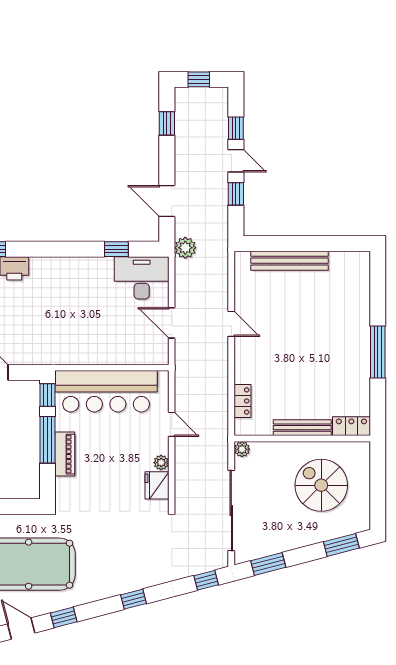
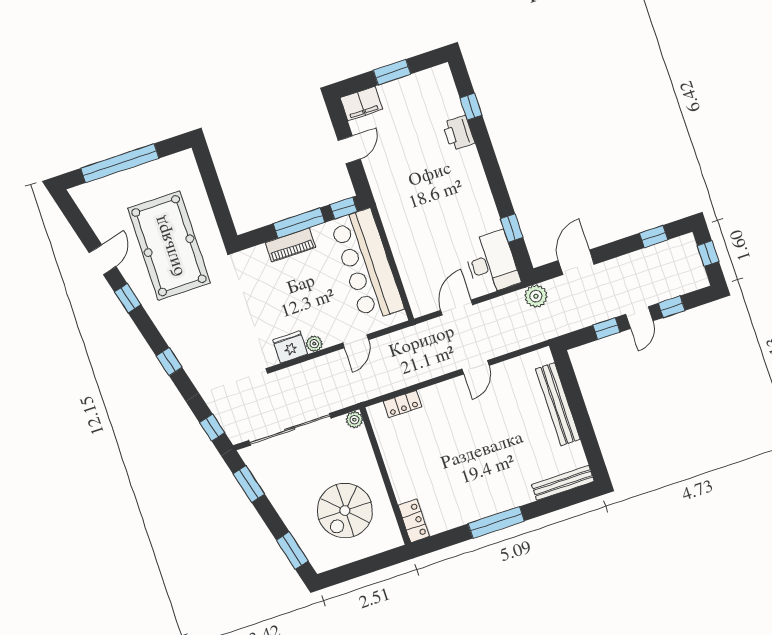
bench: (302, 428) -> (563, 483), moved, turned 90
spiral stairs: (321, 485) -> (345, 510), turned 180

